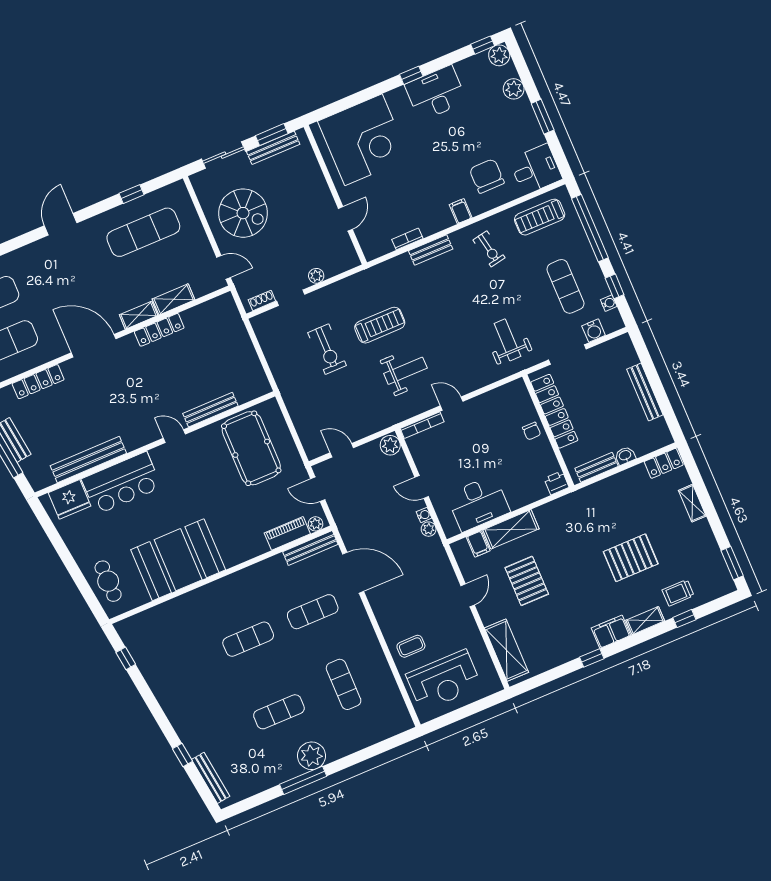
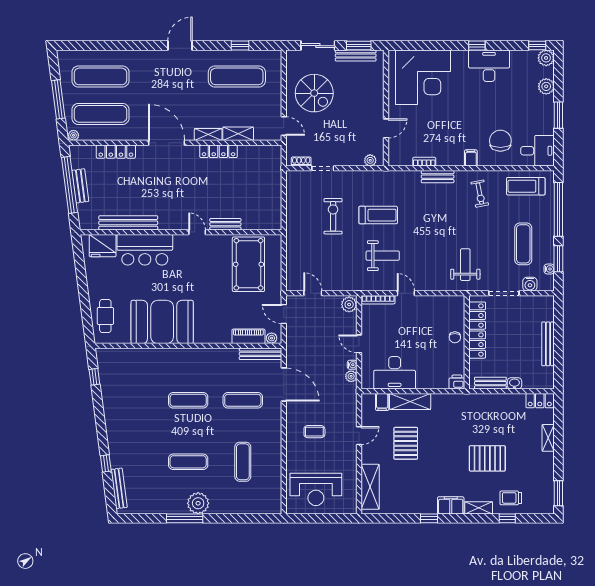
plant: (316, 276) -> (370, 160), moved
window: (615, 286) -> (558, 259), width x1.50
exercise bike: (327, 349) -> (333, 216), turned 180
bench: (210, 410) -> (225, 224), width x0.73
coffee table: (411, 646) -> (314, 432), moved

